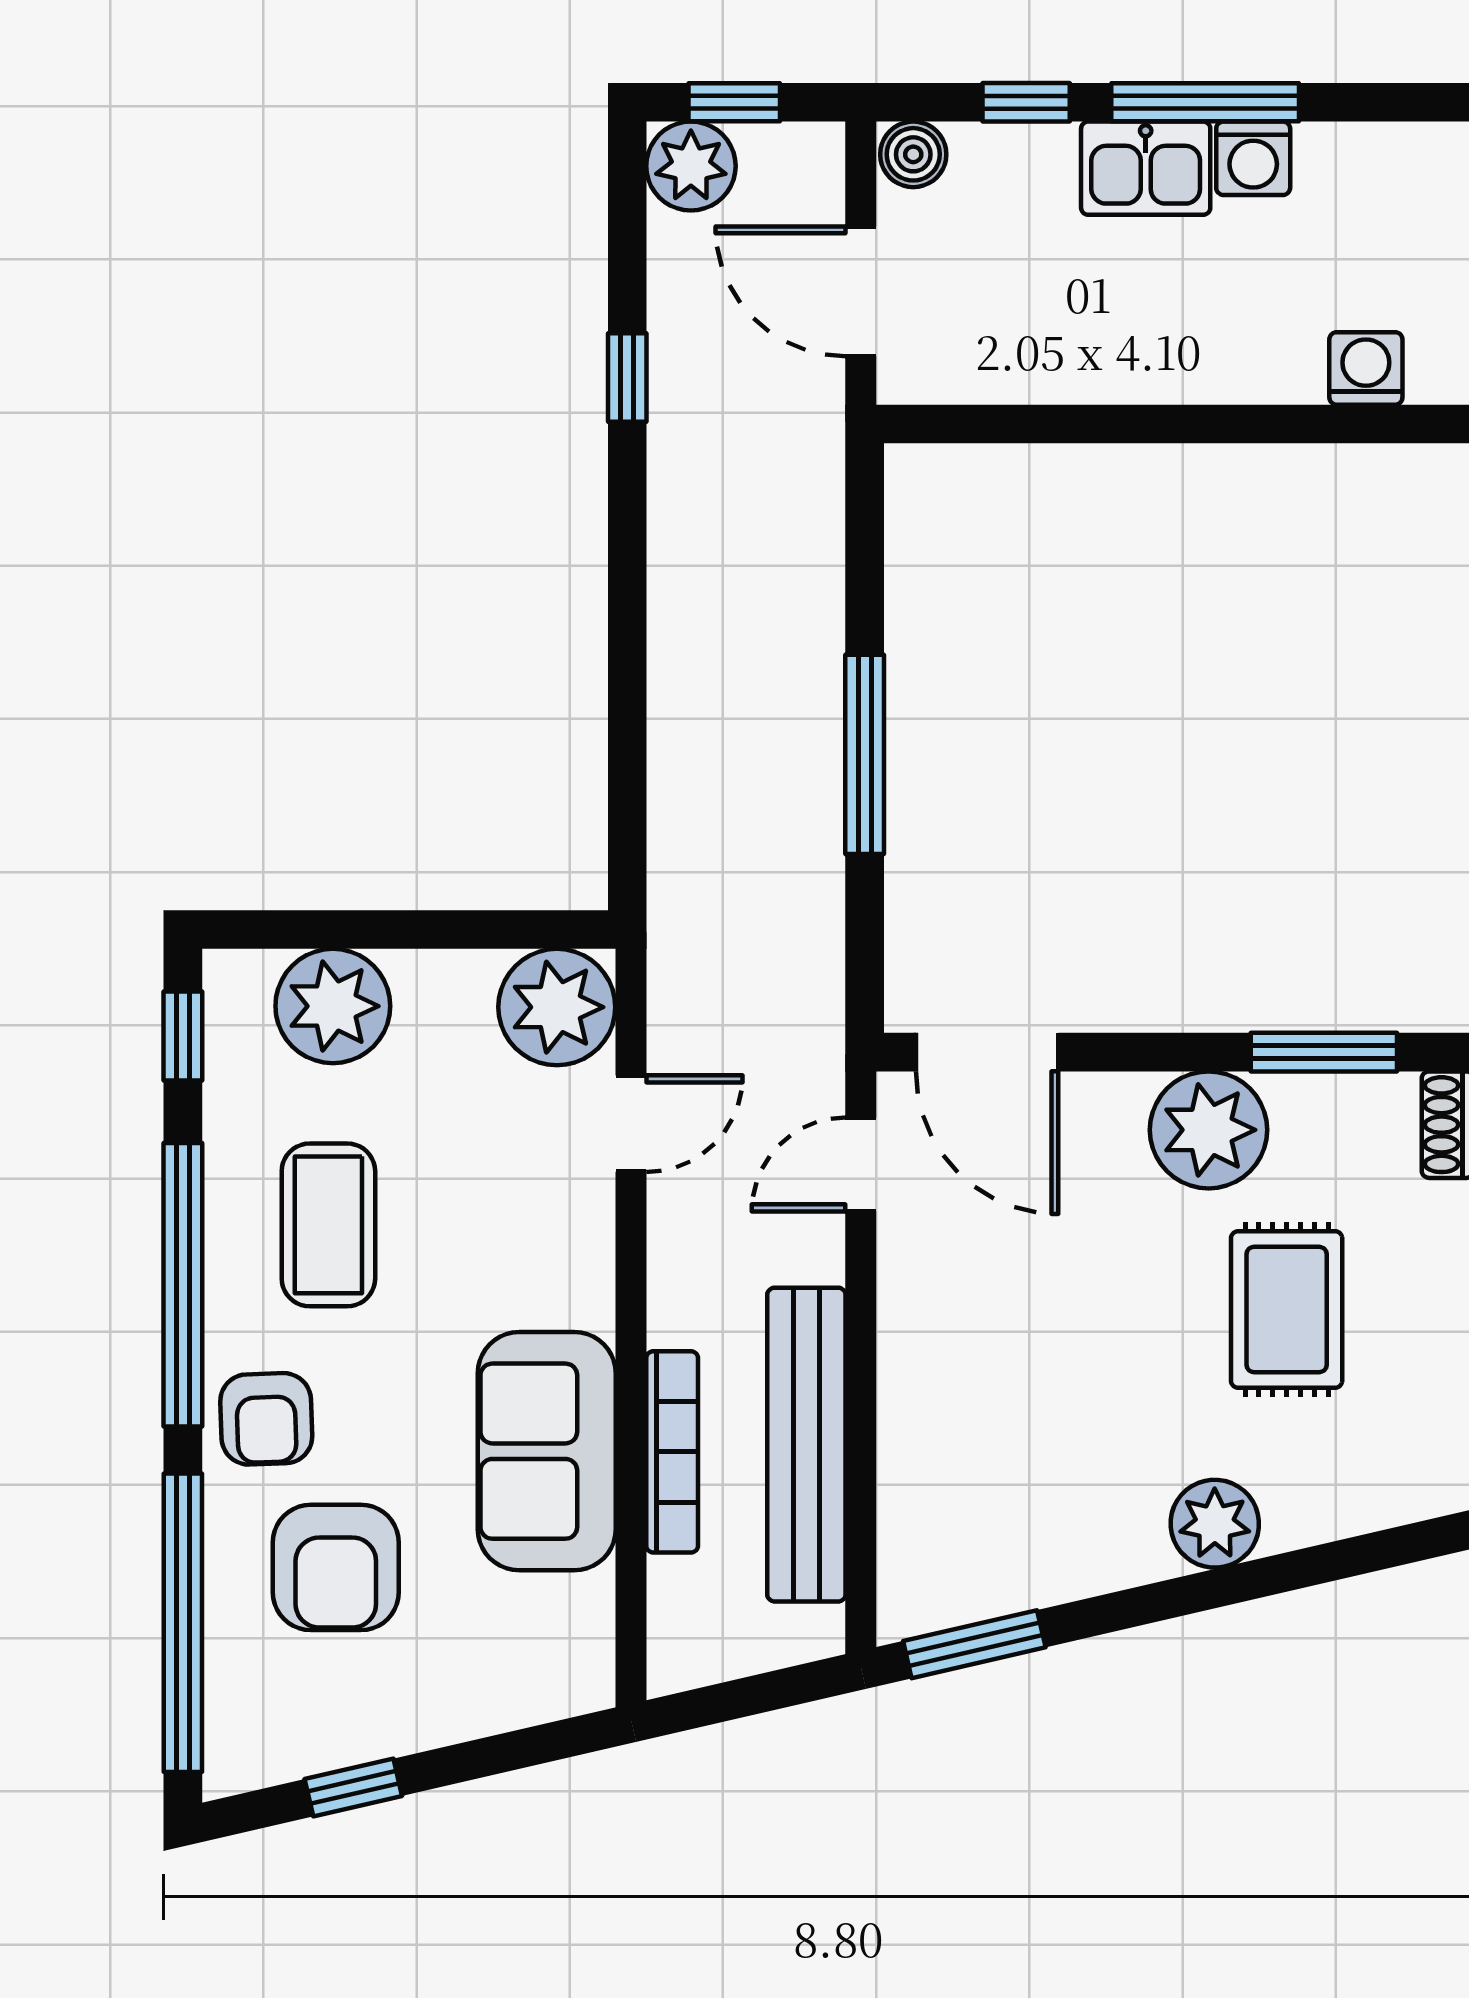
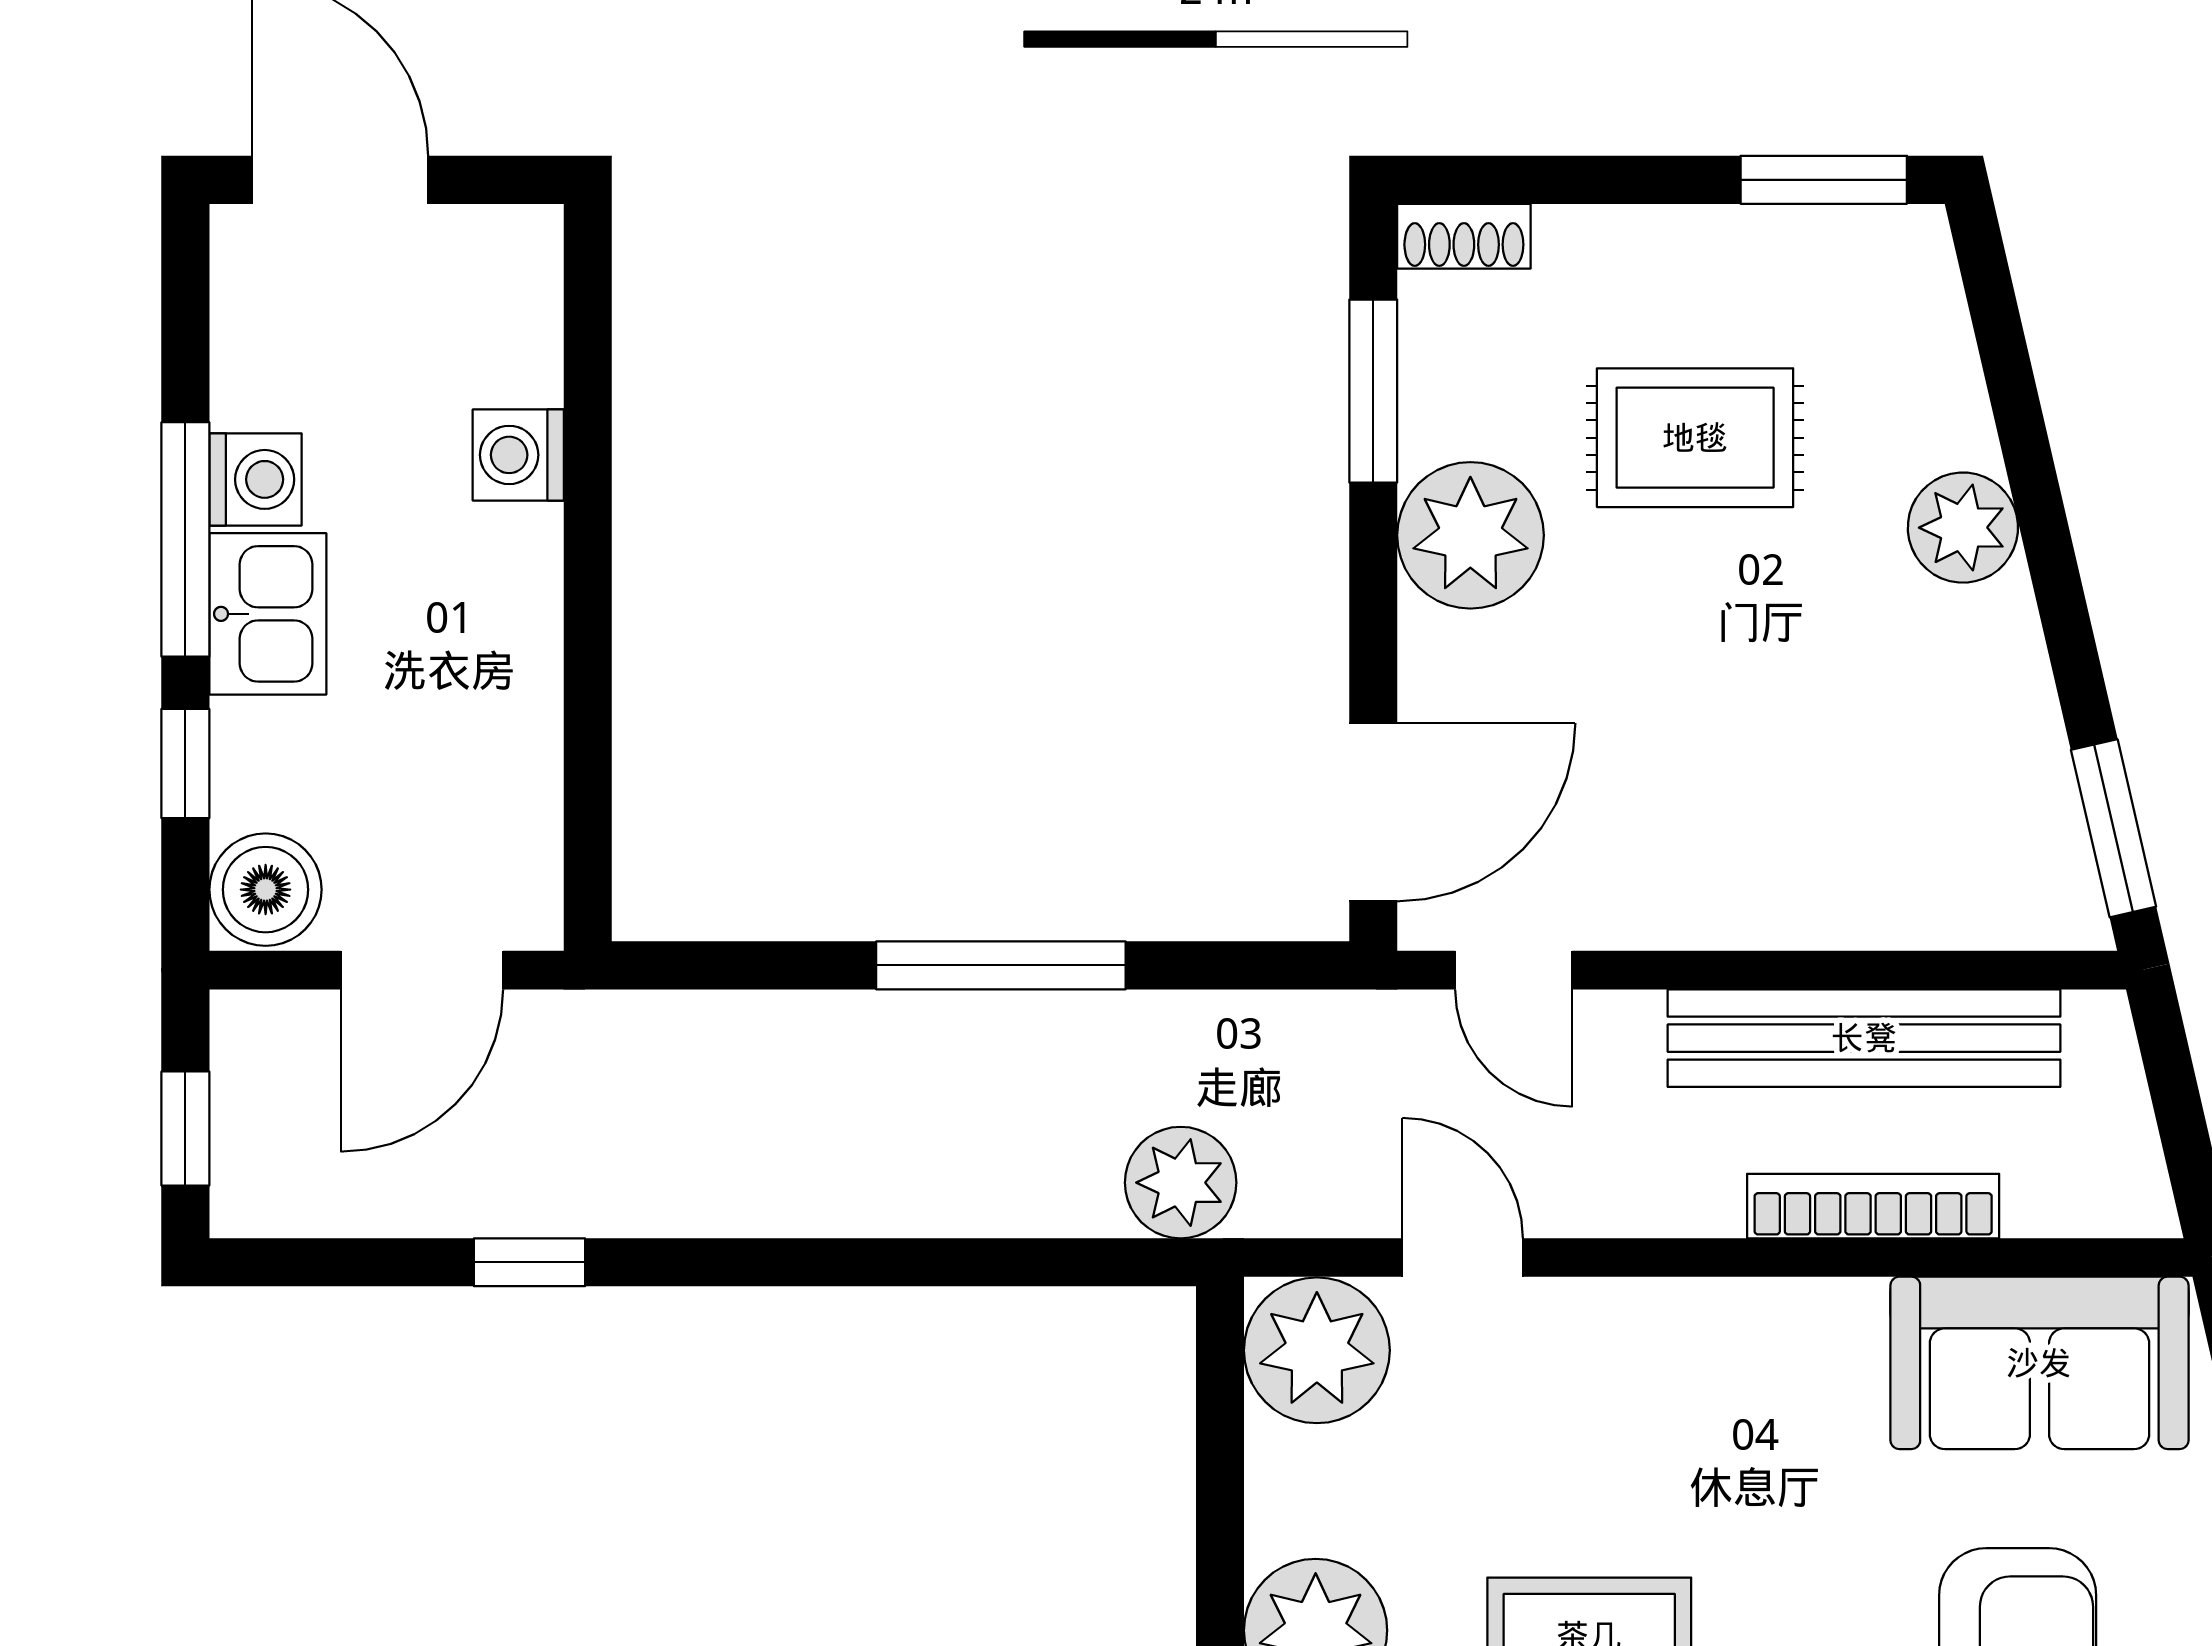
boiler: (913, 154) -> (266, 890), width x1.36, depth x1.36
plant: (691, 166) -> (1181, 1183), moved
washing machine: (1366, 368) -> (518, 455), moved
sofa: (547, 1451) -> (2039, 1363), moved

